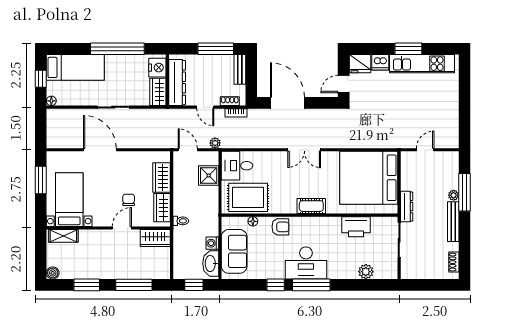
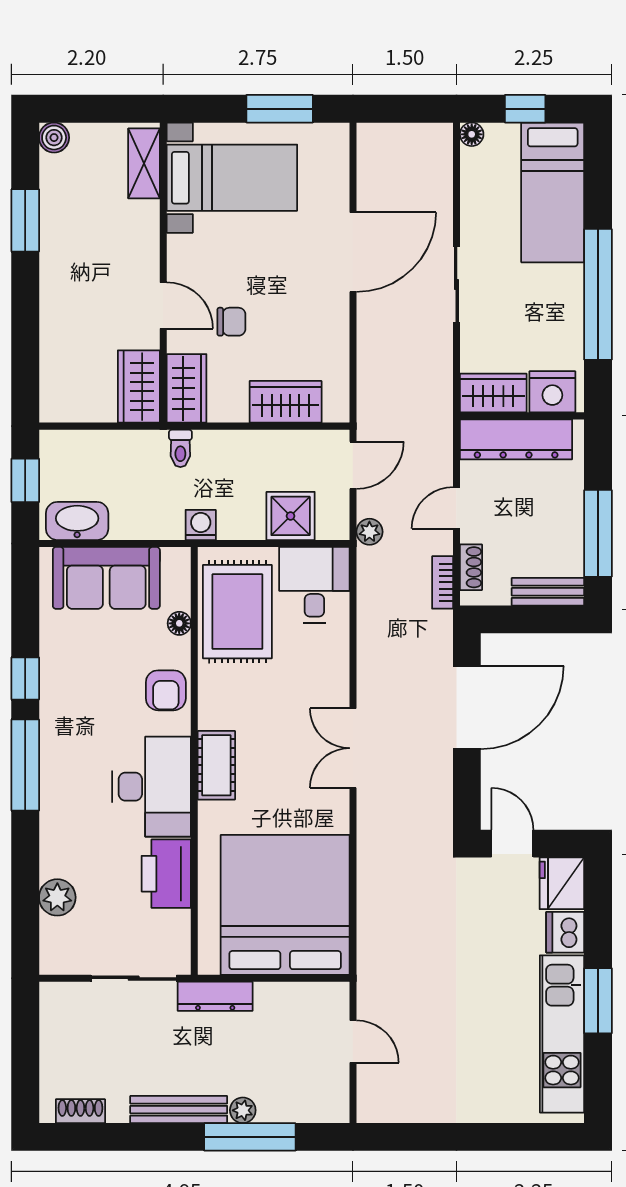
wardrobe: (162, 208) -> (187, 388), moved, turned 90
washing machine: (212, 243) -> (201, 525), moved
desk: (306, 263) -> (152, 787), moved, turned 180
window: (134, 285) -> (25, 335), removed

